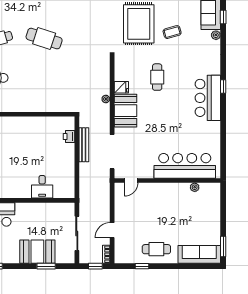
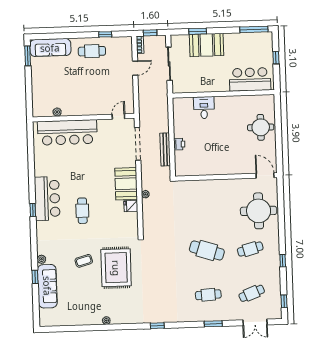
cafe table: (157, 77) -> (82, 211), moved
printer: (69, 137) -> (179, 144), moved

